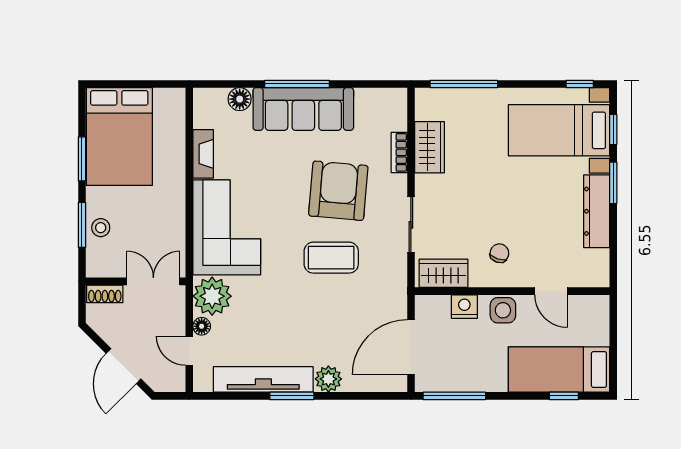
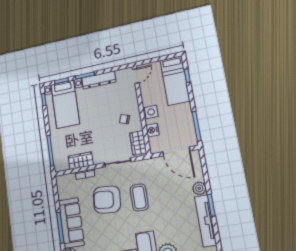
door: (551, 291) -> (136, 76), moved

